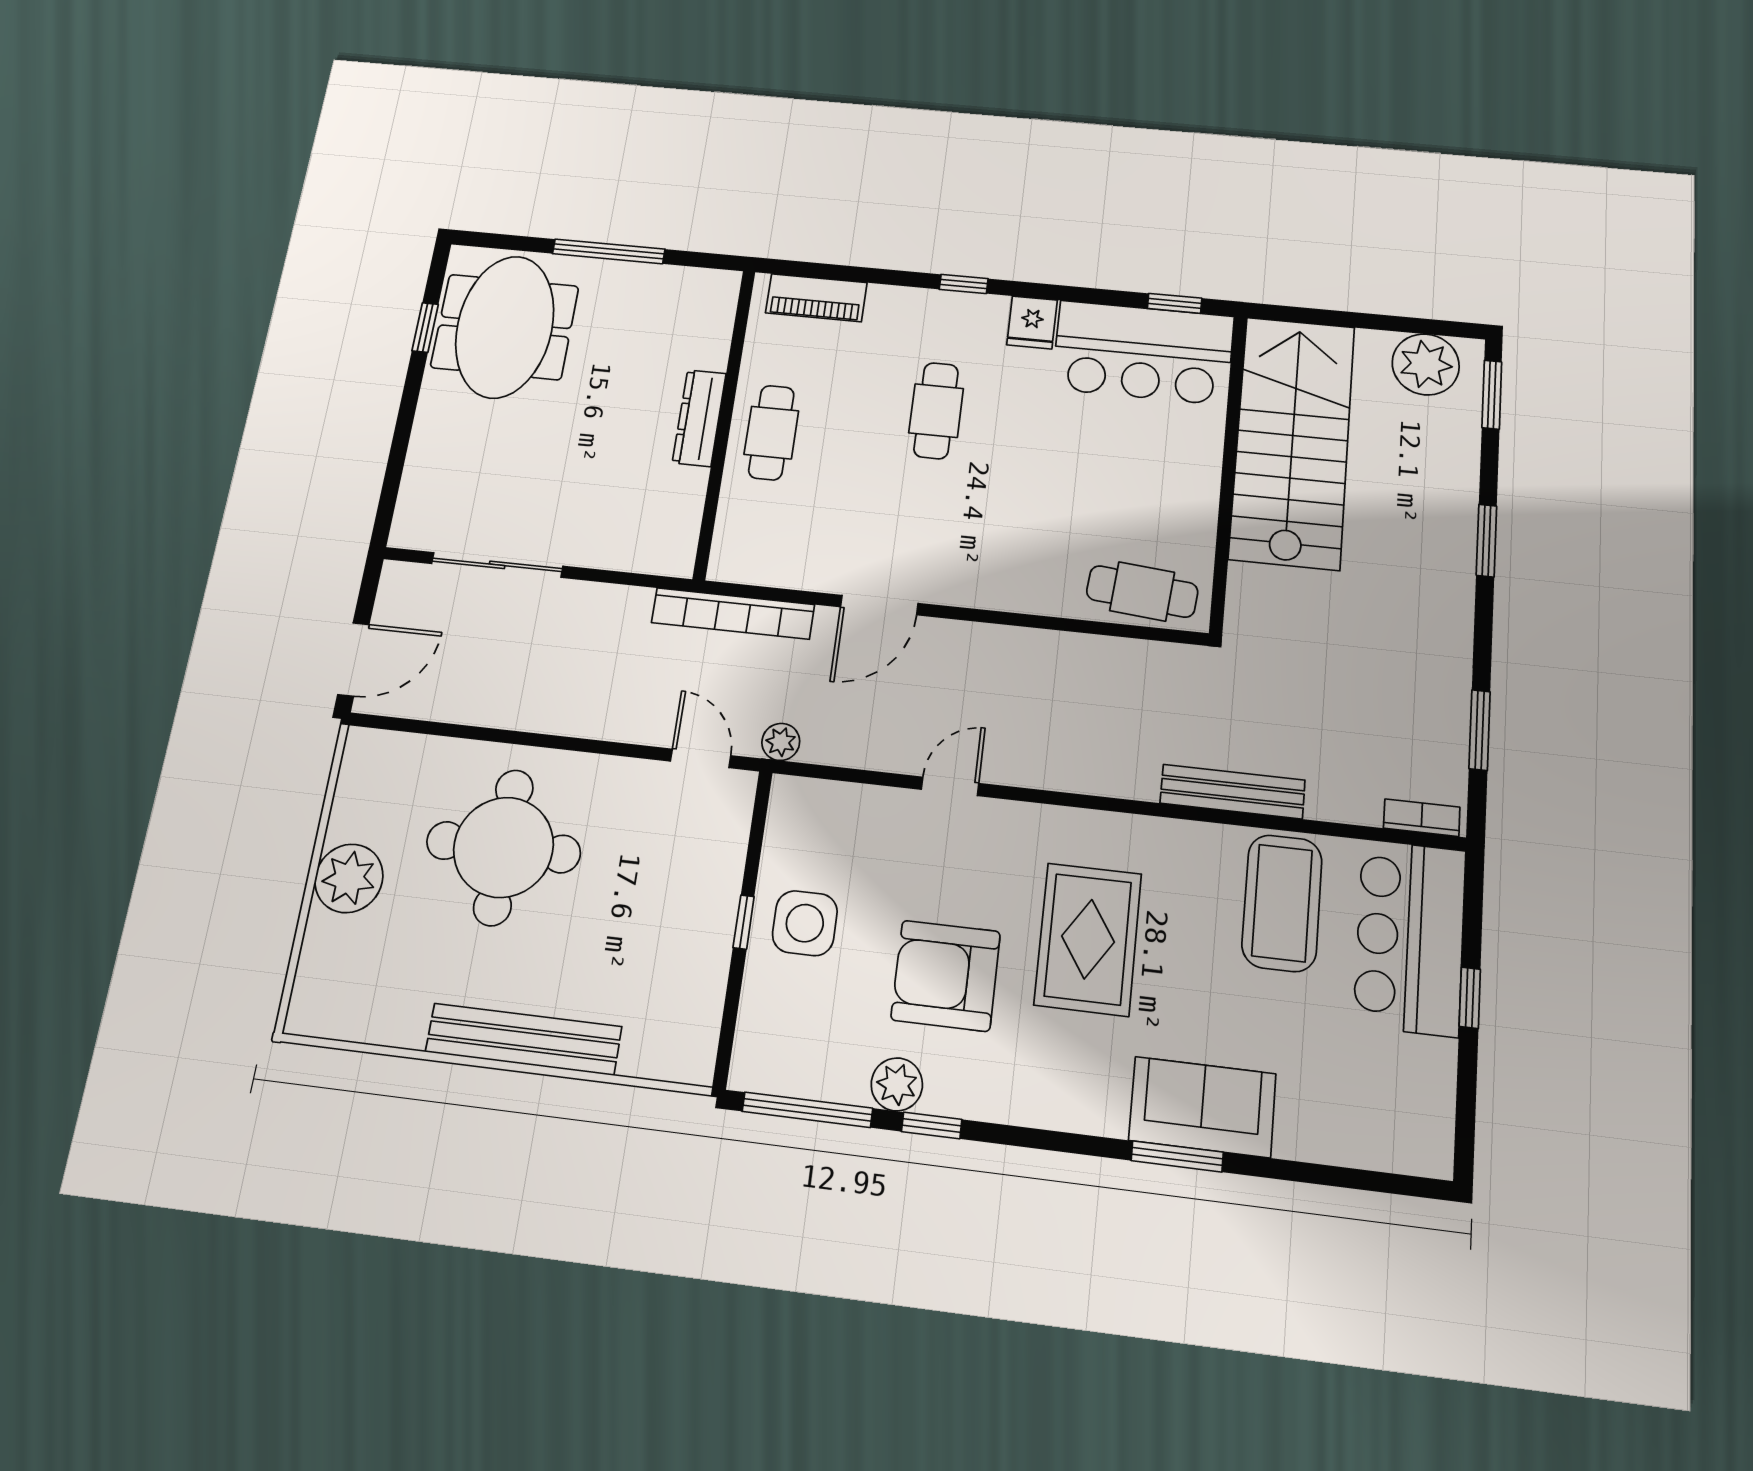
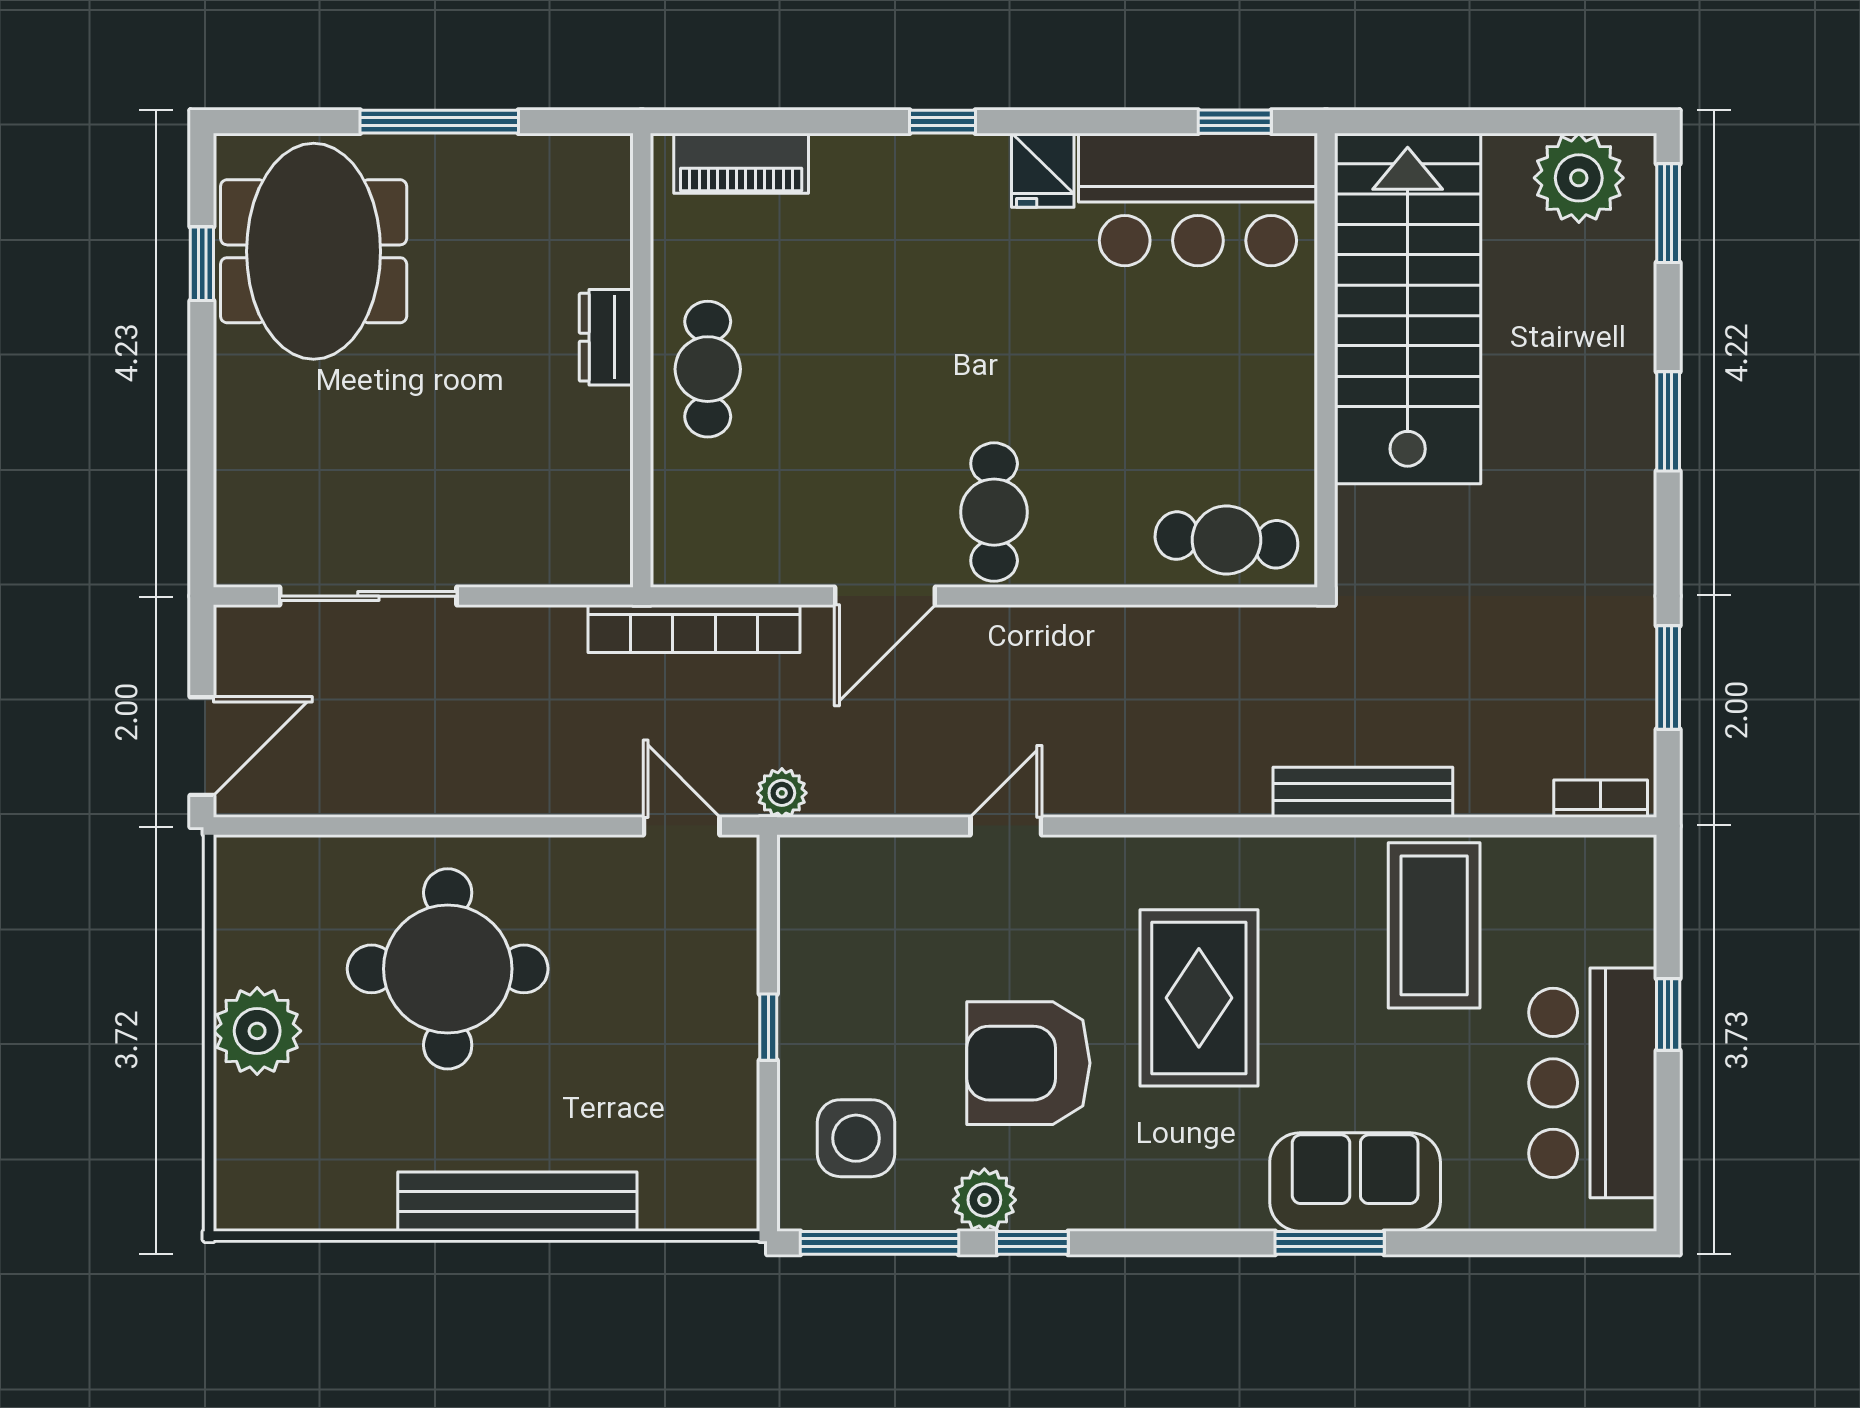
cafe table: (936, 411) -> (994, 512), moved
dresser: (699, 418) -> (606, 337), width x0.70
side table: (805, 923) -> (856, 1138), moved
bar counter: (1410, 937) -> (1593, 1083), moved

